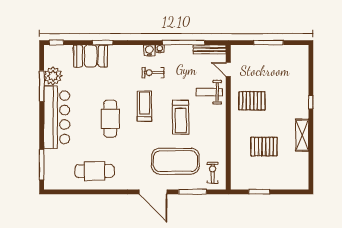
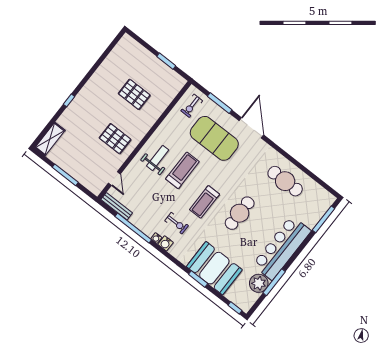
booth: (91, 56) -> (214, 268), width x1.36, depth x1.42
weight bench: (209, 92) -> (158, 158), moved, turned -90
shelving: (302, 135) -> (50, 139), moved

